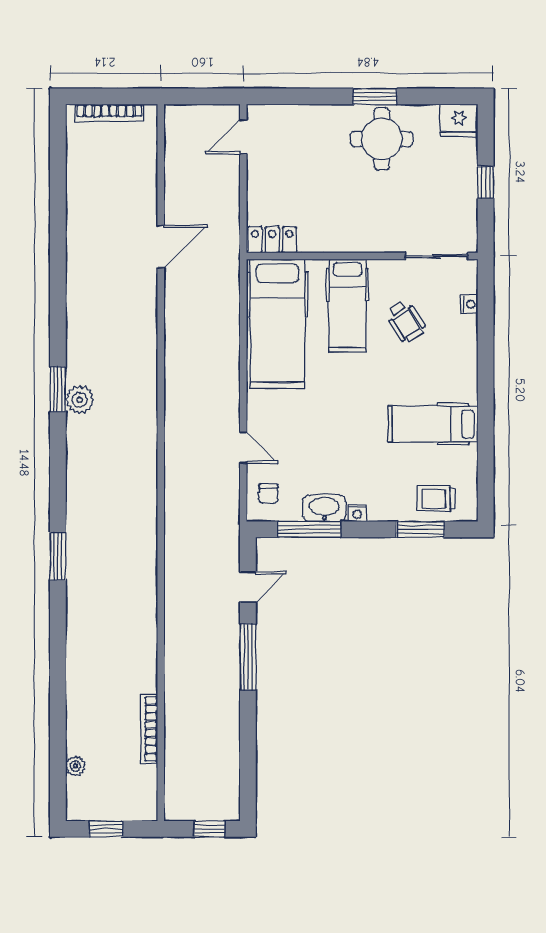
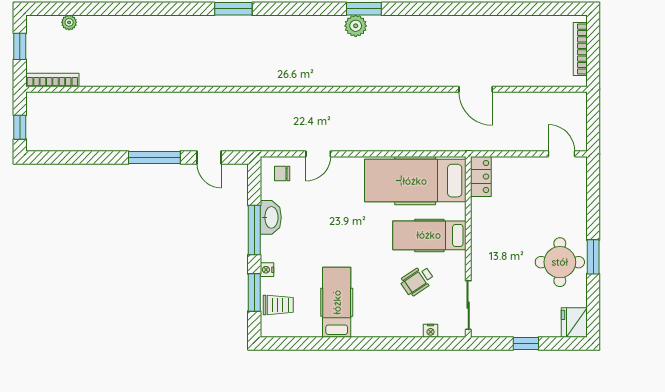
trolley: (436, 499) -> (278, 305), turned 90
nightstand: (357, 513) -> (267, 270), moved
window: (309, 529) -> (254, 230), moved
bookcase: (149, 729) -> (52, 80), moved

